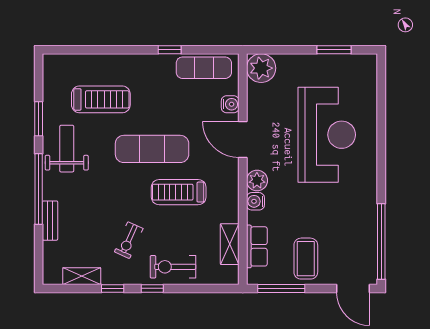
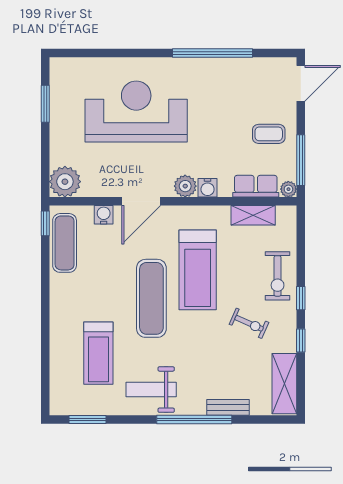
window: (170, 50) -> (45, 223), moved
treadmill: (101, 99) -> (98, 353), turned 180
window: (39, 119) -> (88, 420), moved
treadmill: (179, 192) -> (198, 270), width x1.37, depth x1.38
window: (381, 241) -> (212, 53), moved
coffee table: (306, 259) -> (269, 134), width x0.73, depth x0.77
shelving: (82, 276) -> (284, 384), width x1.50, depth x1.33
plant: (254, 277) -> (288, 189), added

